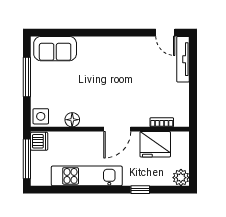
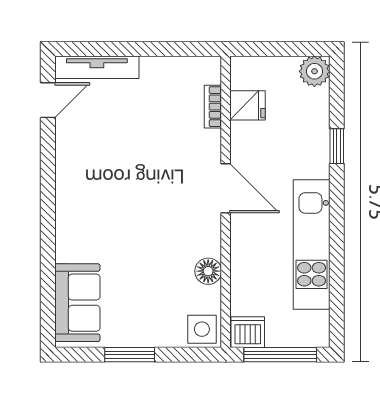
window: (27, 77) -> (130, 355), width x0.69
fridge: (155, 144) -> (247, 105), width x0.53, depth x0.75

